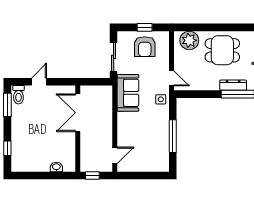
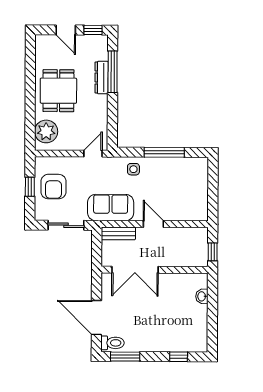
armchair: (145, 47) -> (53, 187), turned 90
door: (39, 82) -> (96, 318), width x1.88
bench: (107, 99) -> (118, 233), added
side table: (161, 99) -> (133, 169), moved
door: (115, 155) -> (153, 224), moved

